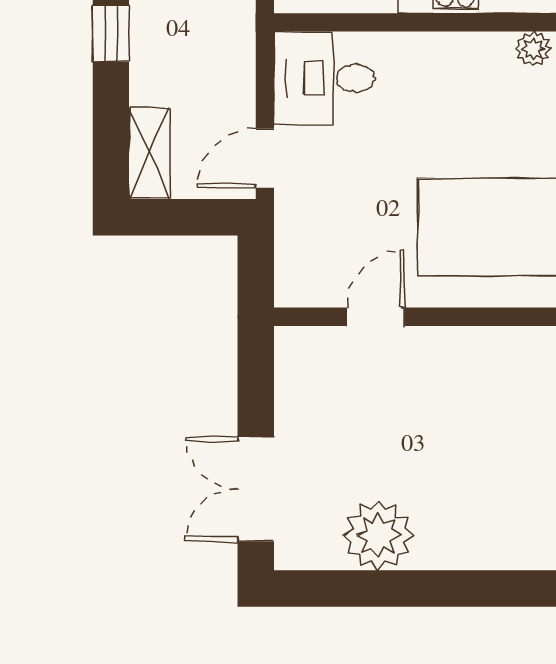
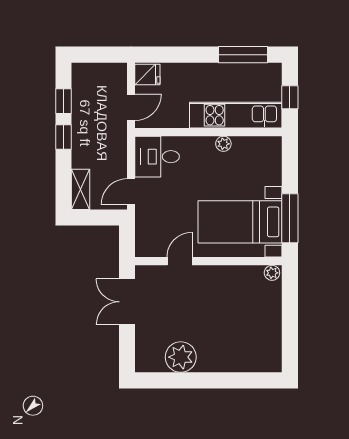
plant: (533, 49) -> (223, 144), moved
double door: (256, 489) -> (127, 302), moved

